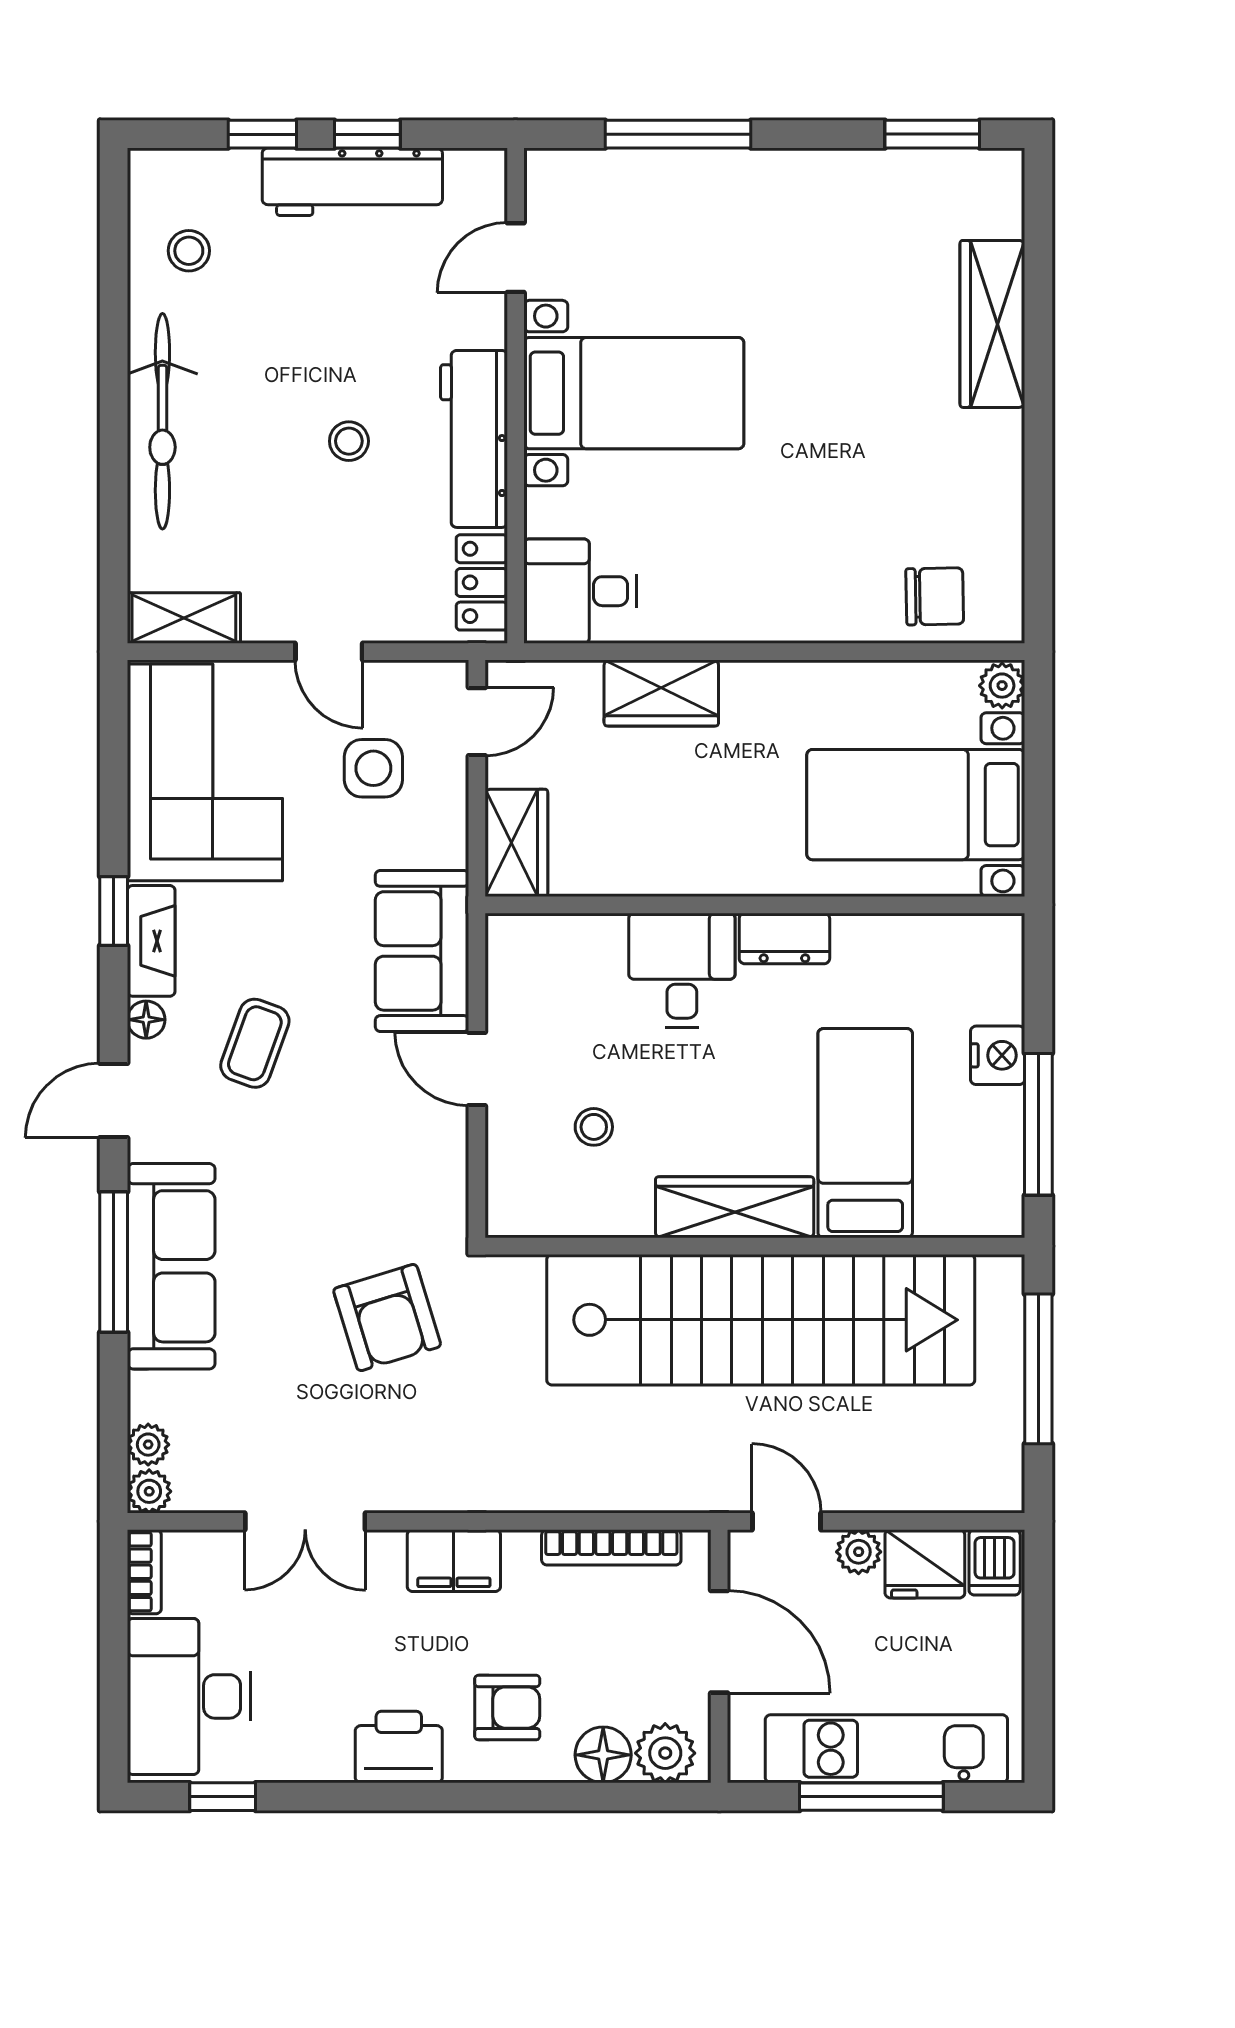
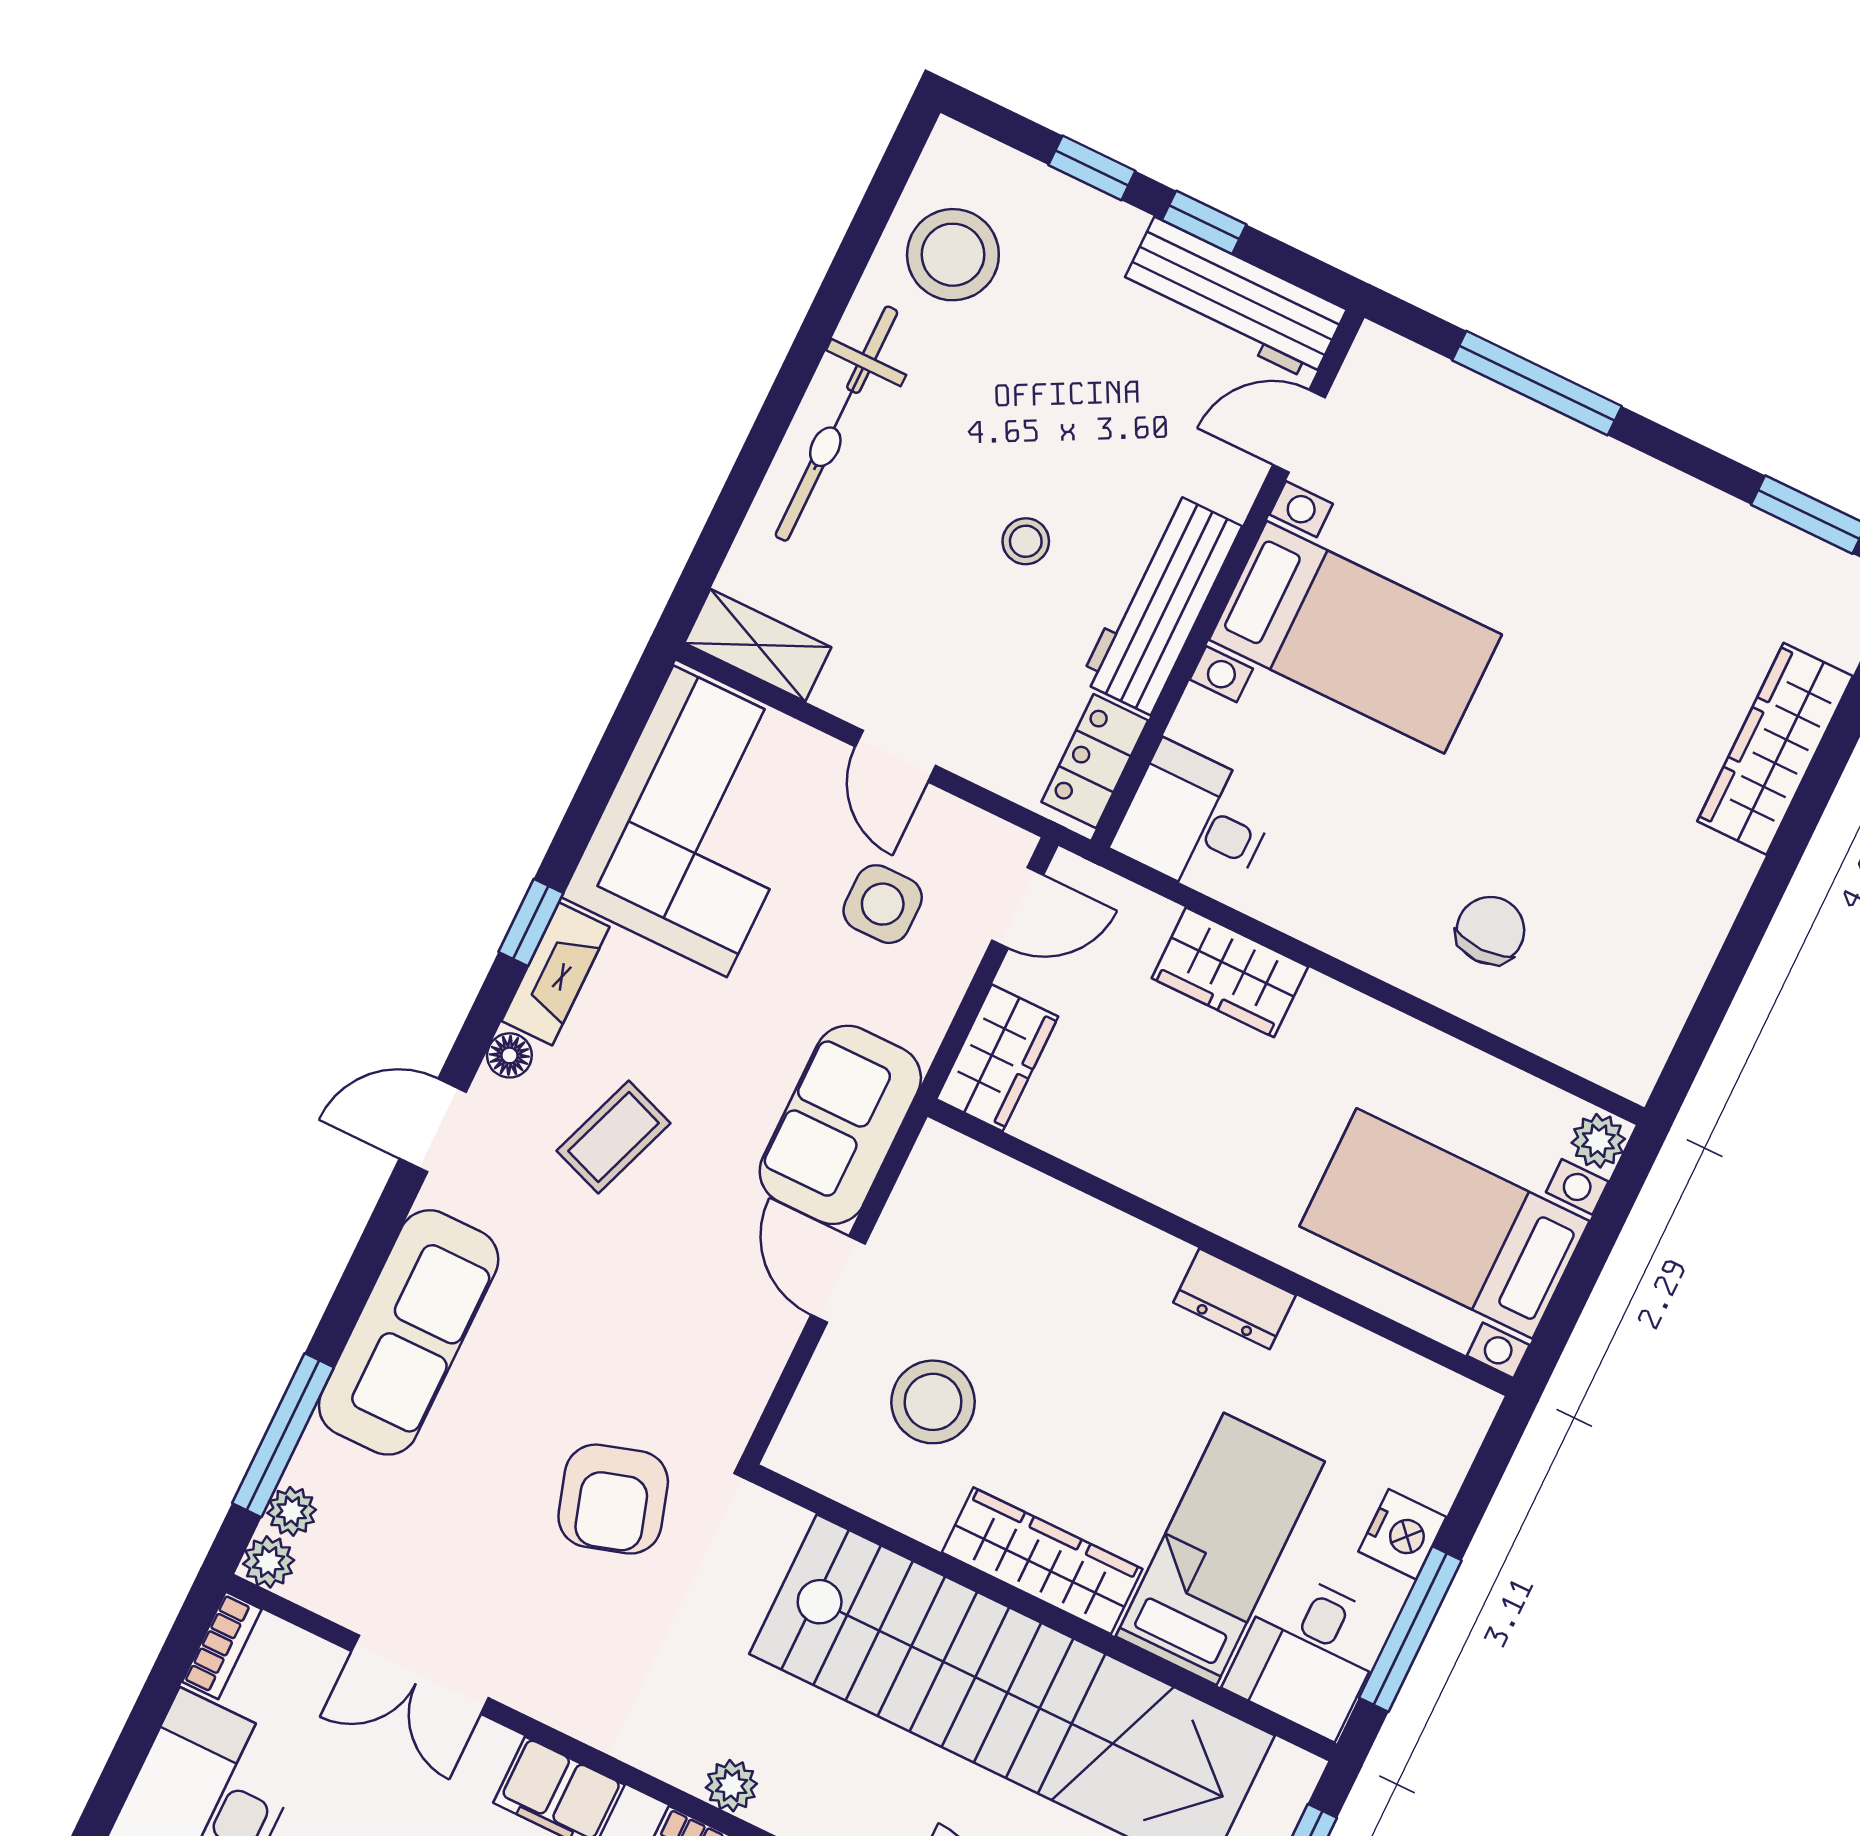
workbench: (352, 182) -> (1233, 299), moved
stool: (189, 251) -> (953, 255), width x1.89, depth x1.89
chair: (935, 596) -> (1490, 930), moved, turned -89
desk: (682, 970) -> (1308, 1654), moved, turned 180
stool: (594, 1127) -> (933, 1402), width x1.89, depth x1.89
window: (114, 1262) -> (283, 1435), moved
plant: (582, 1491) -> (731, 1786), added

